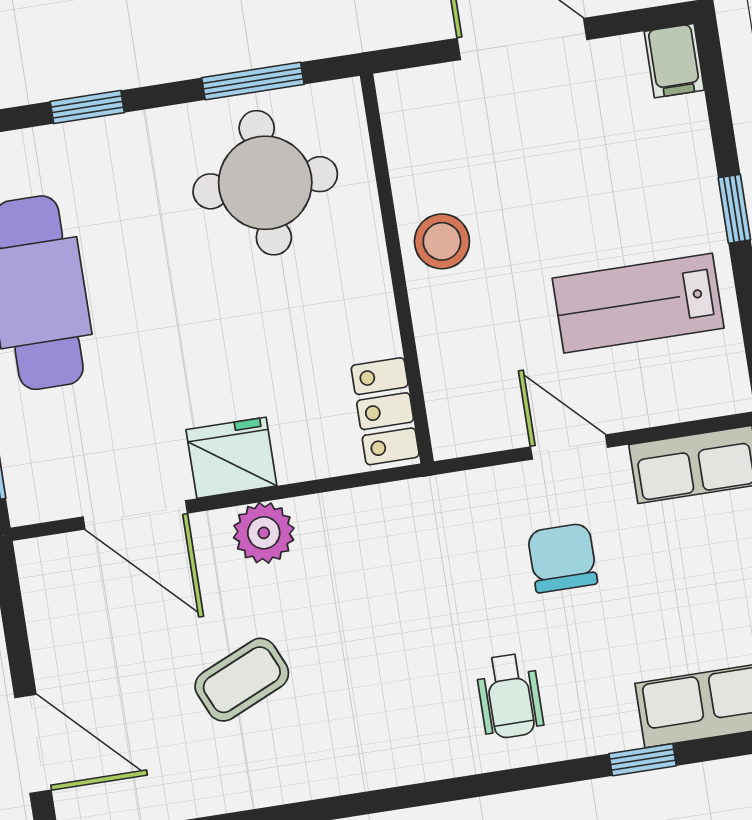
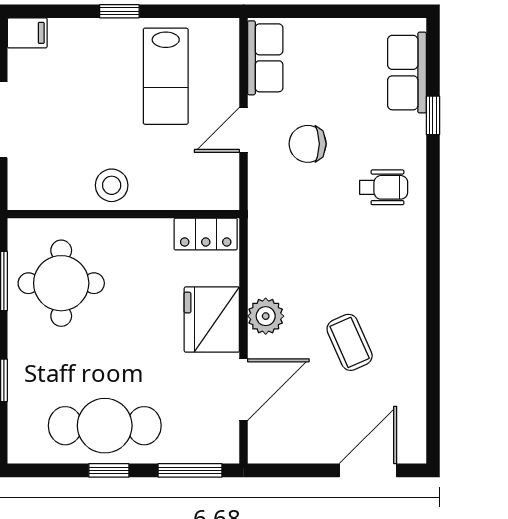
fridge: (231, 458) -> (212, 319), width x1.36, depth x1.34

